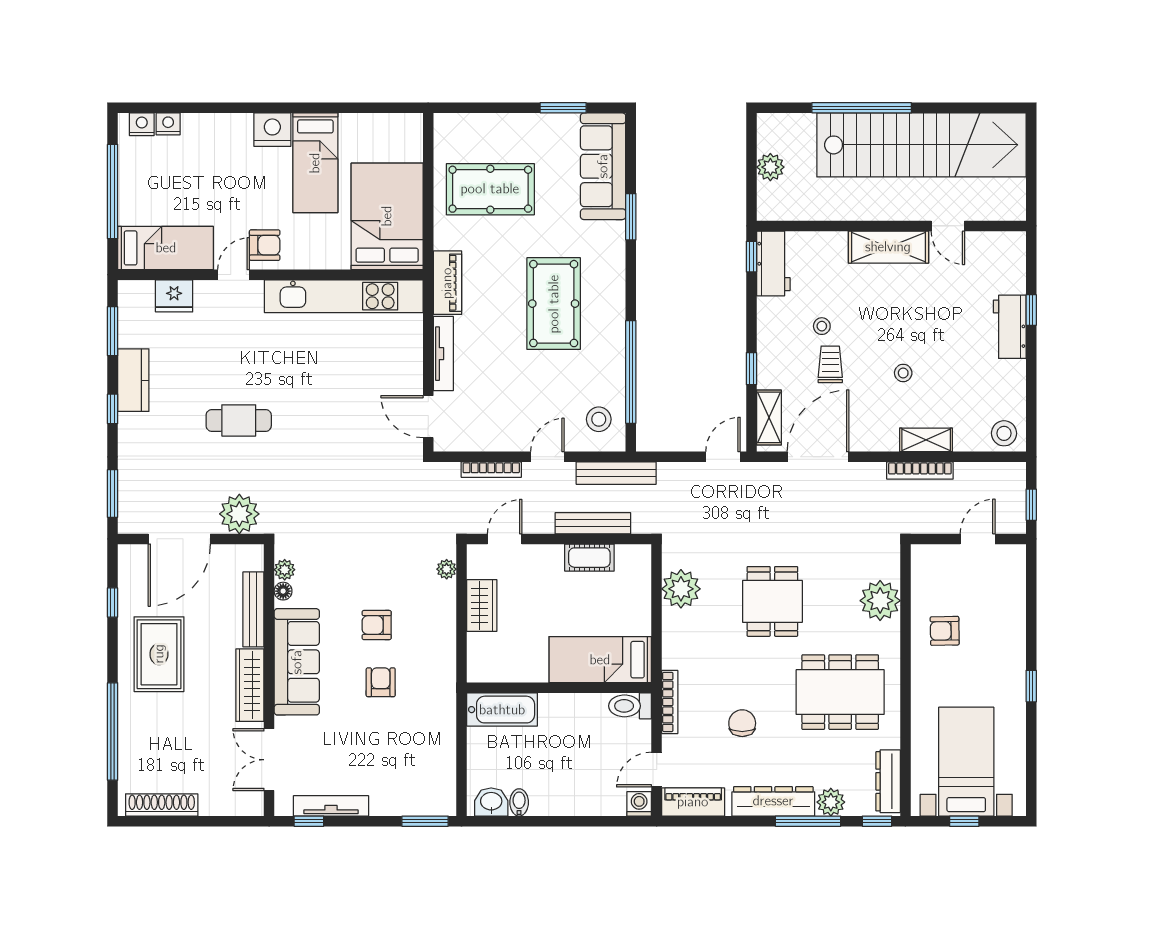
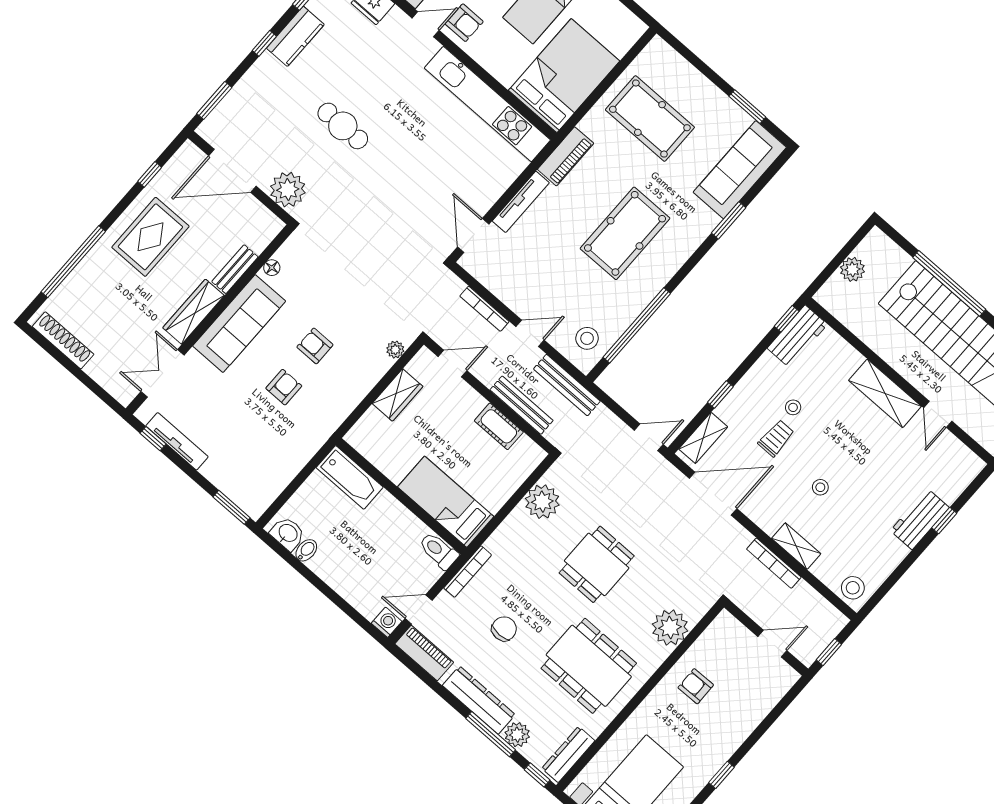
plant: (285, 570) -> (285, 254), removed
bench: (253, 609) -> (235, 269), width x0.73

